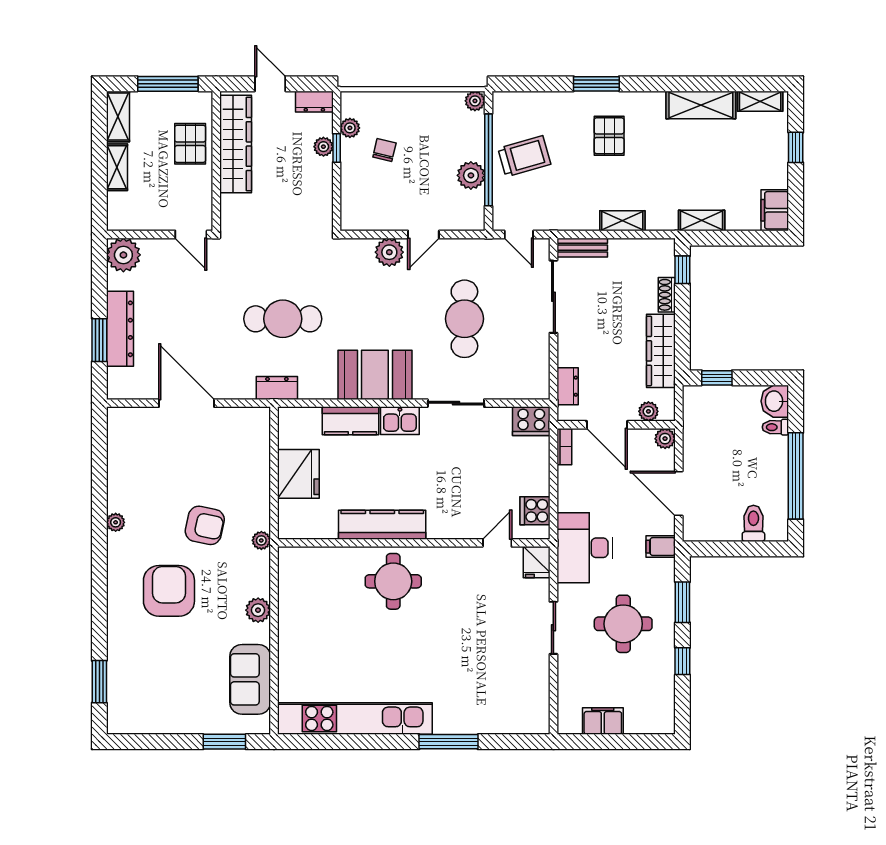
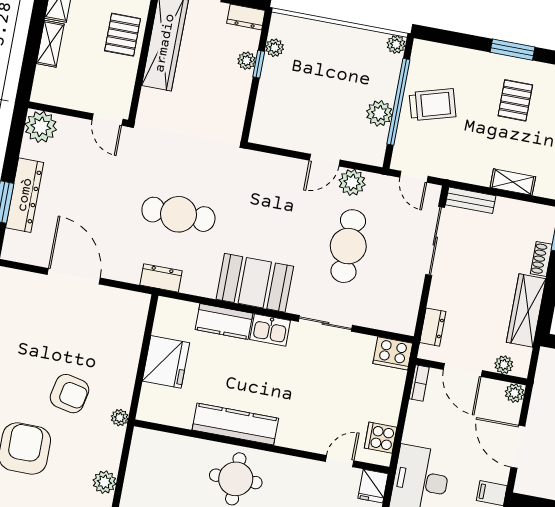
chair: (384, 150) -> (303, 74), removed
plant: (389, 252) -> (352, 182), moved

